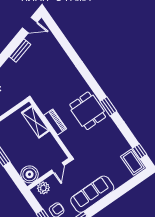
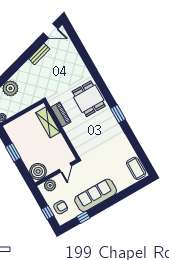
dining table: (88, 111) -> (89, 99), moved
piano: (55, 122) -> (61, 114), moved
window: (140, 151) -> (144, 159), removed

